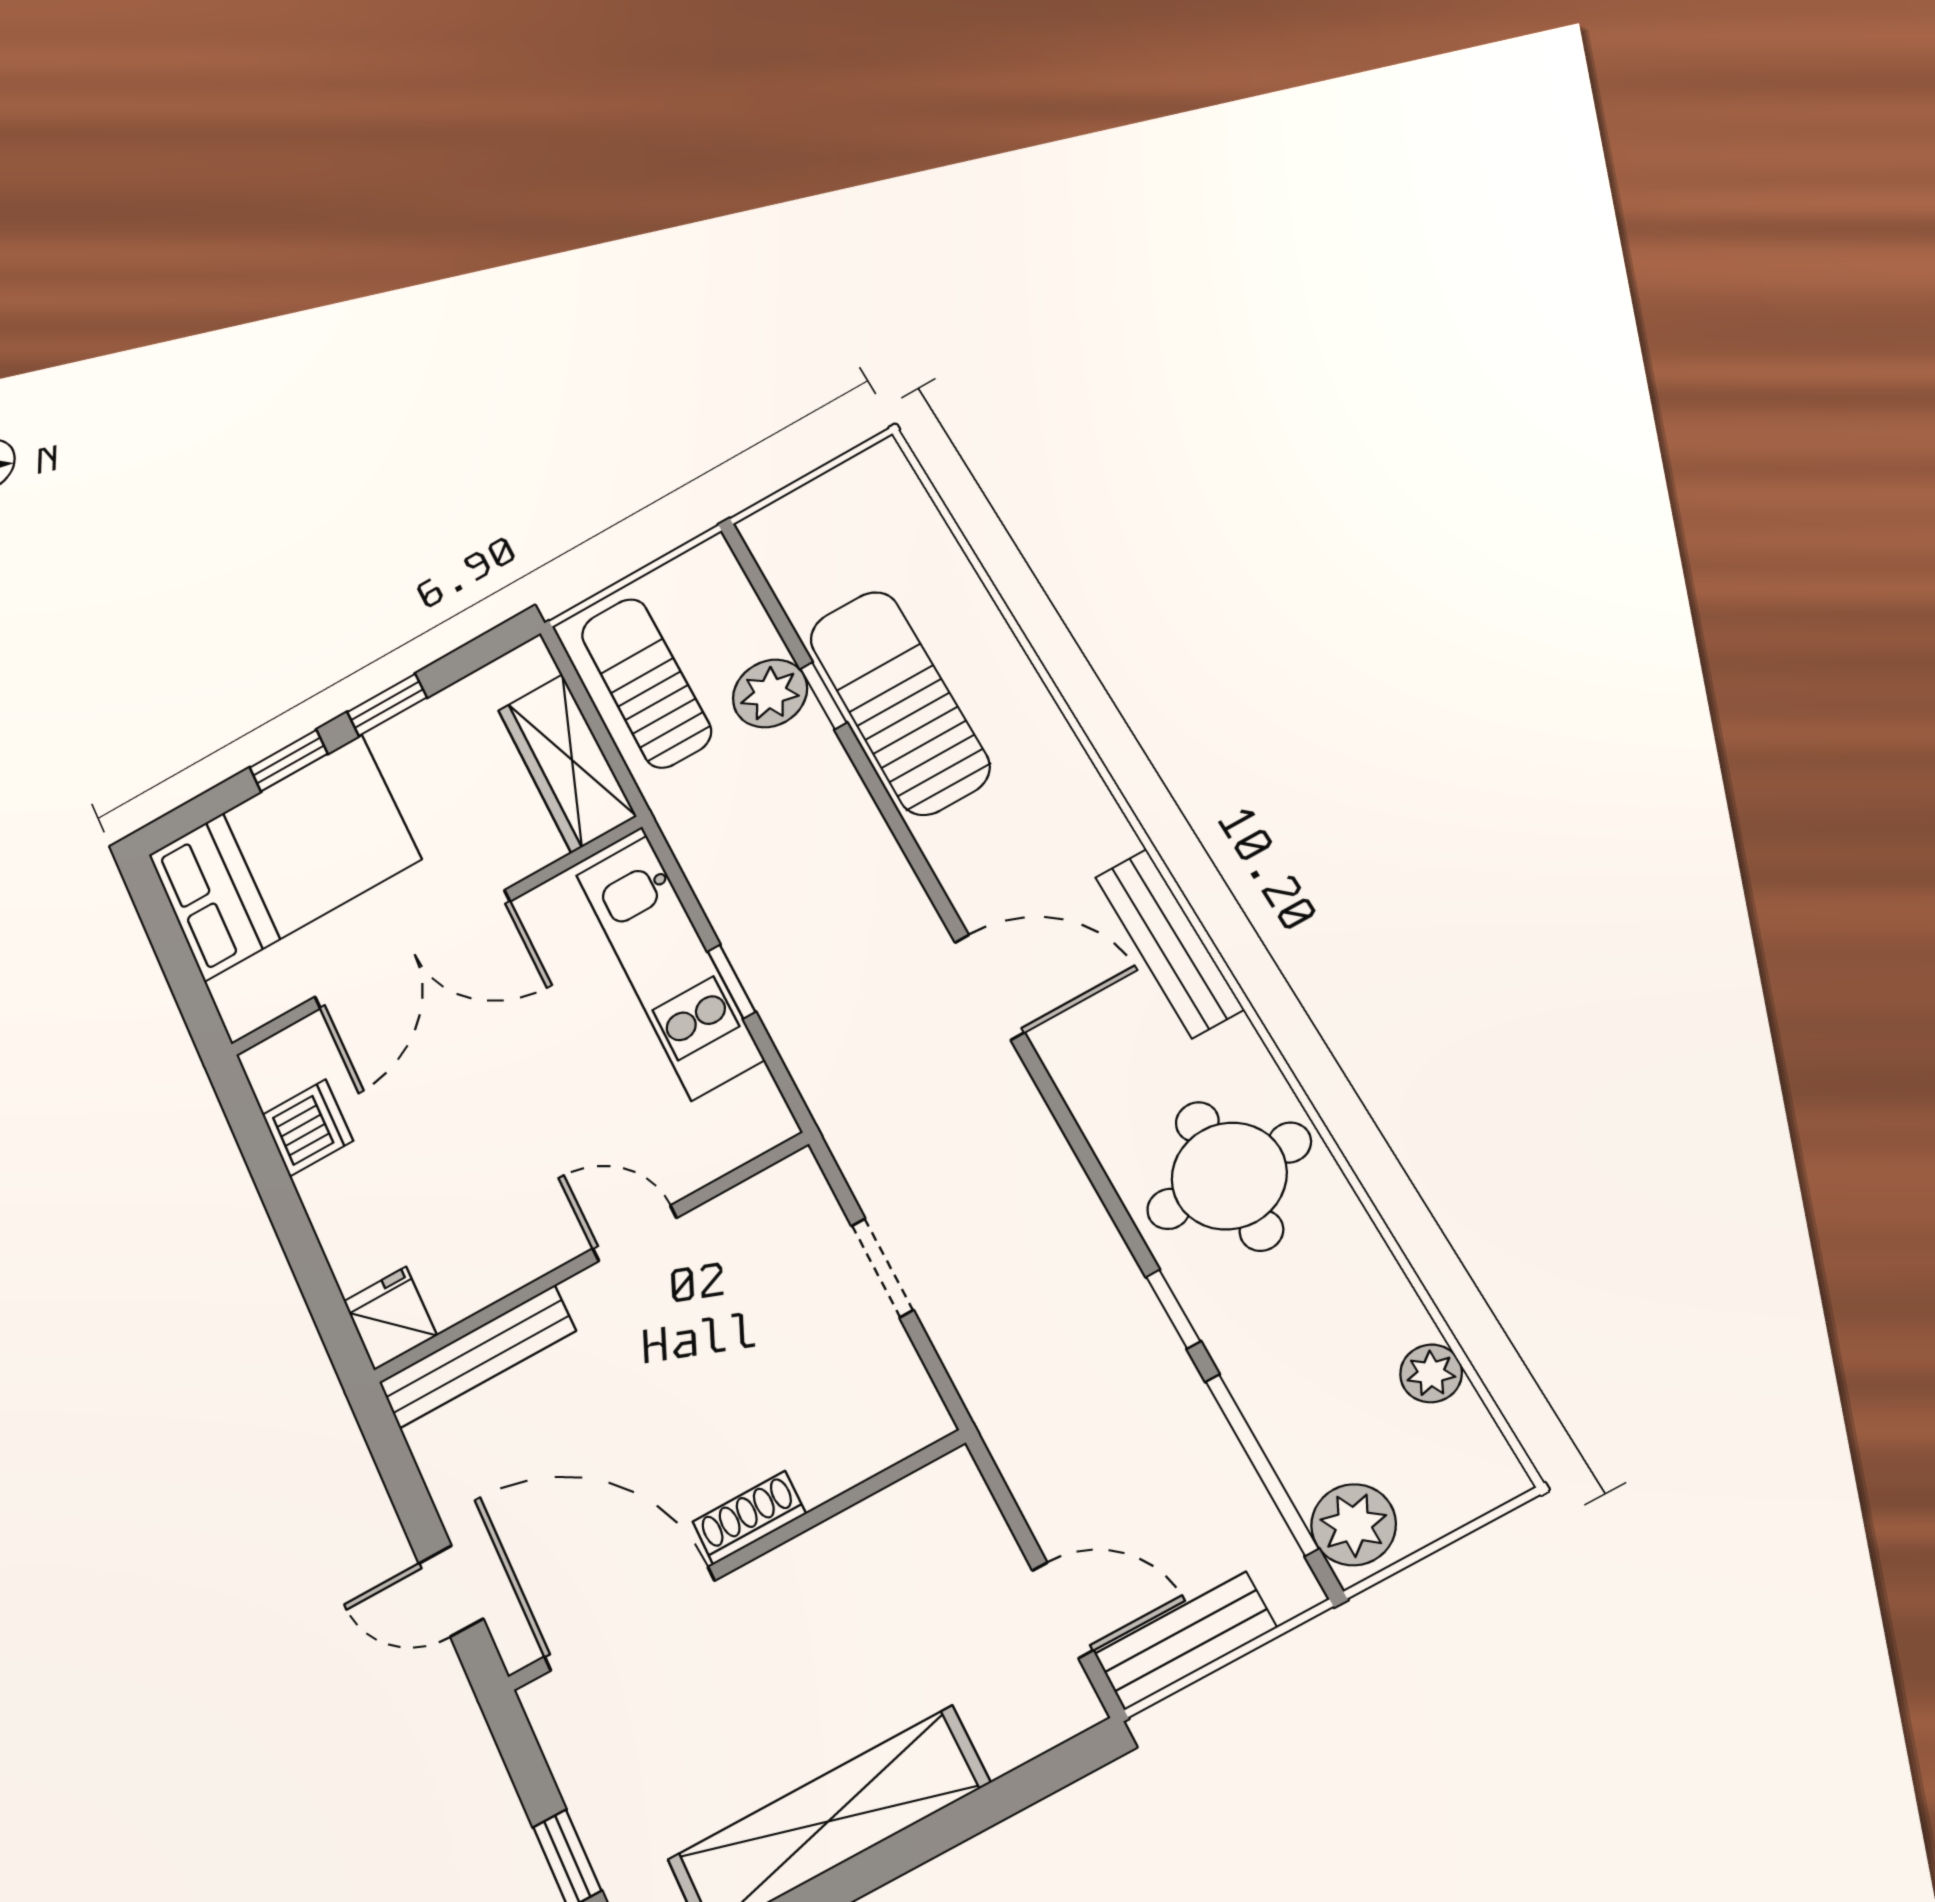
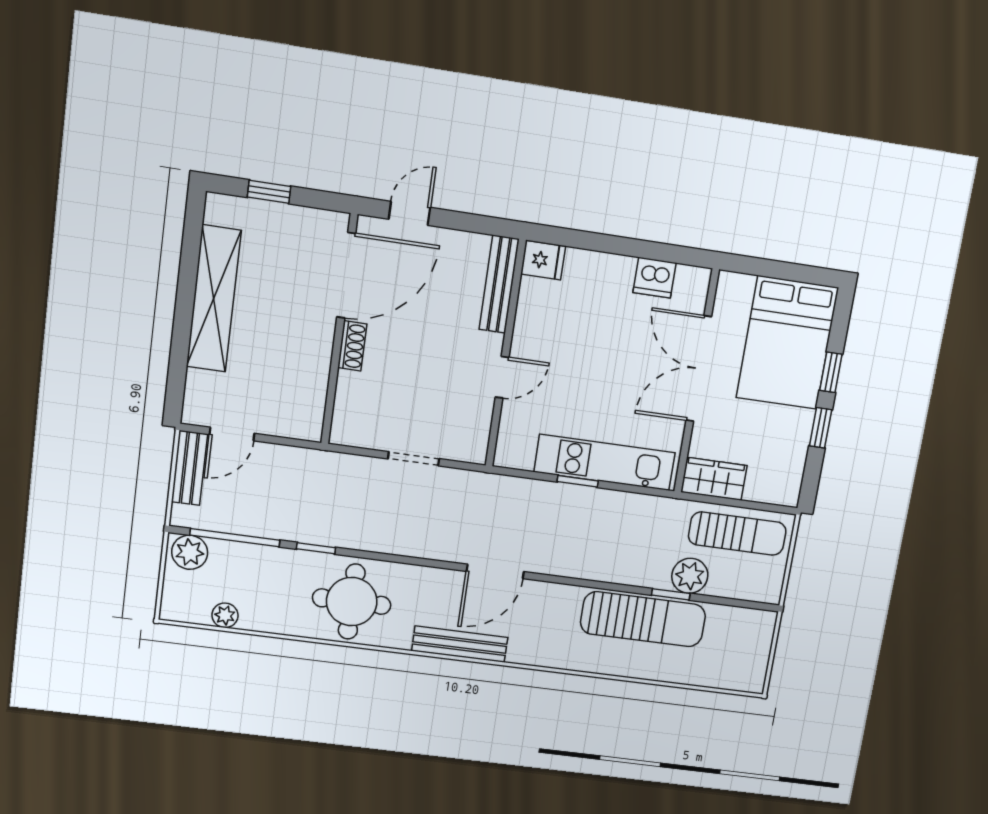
wardrobe: (567, 763) -> (714, 479), width x0.67

